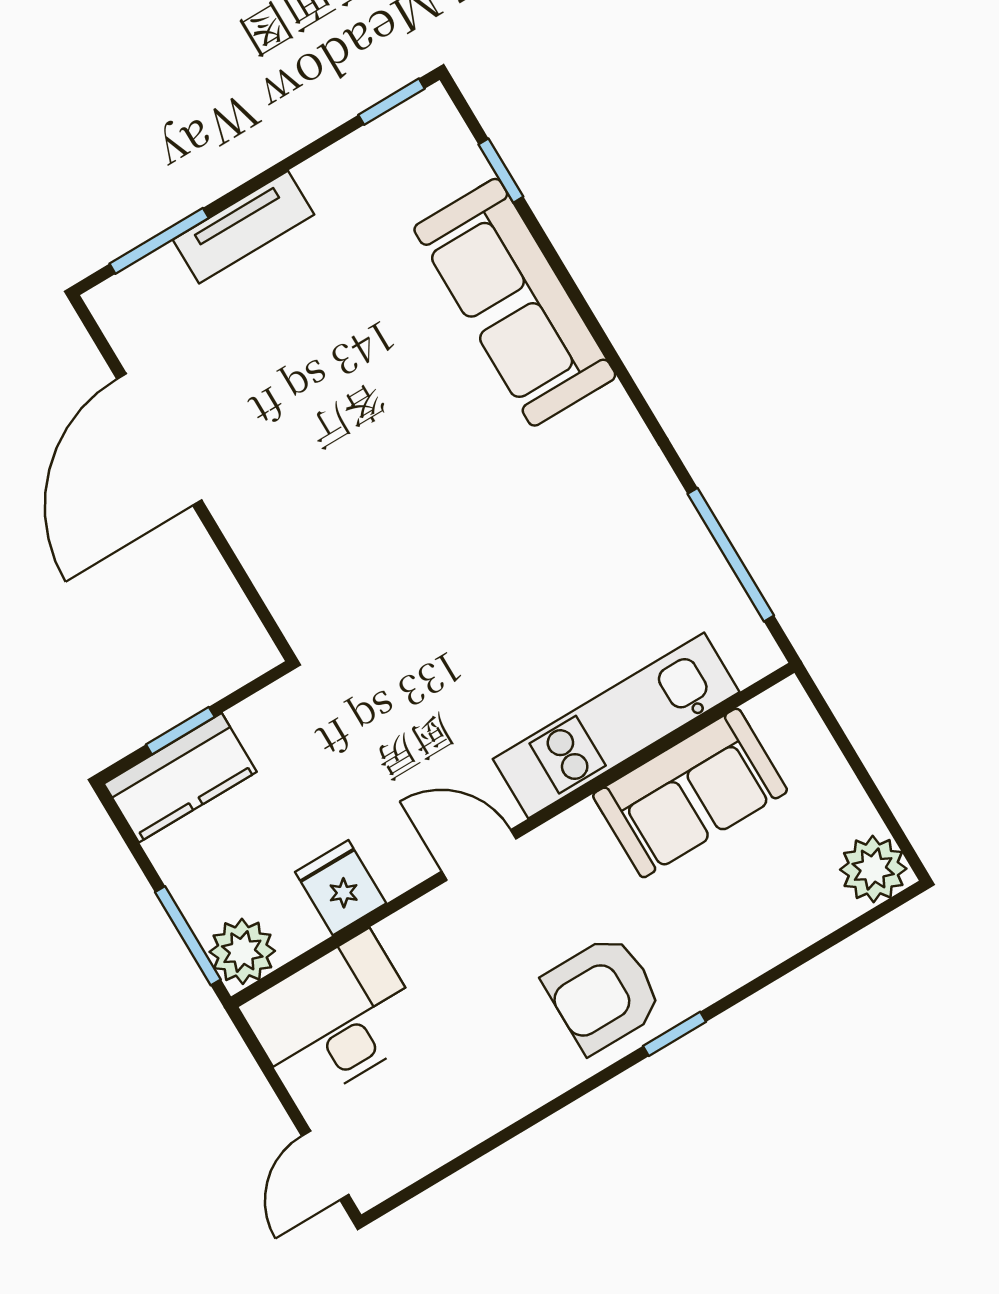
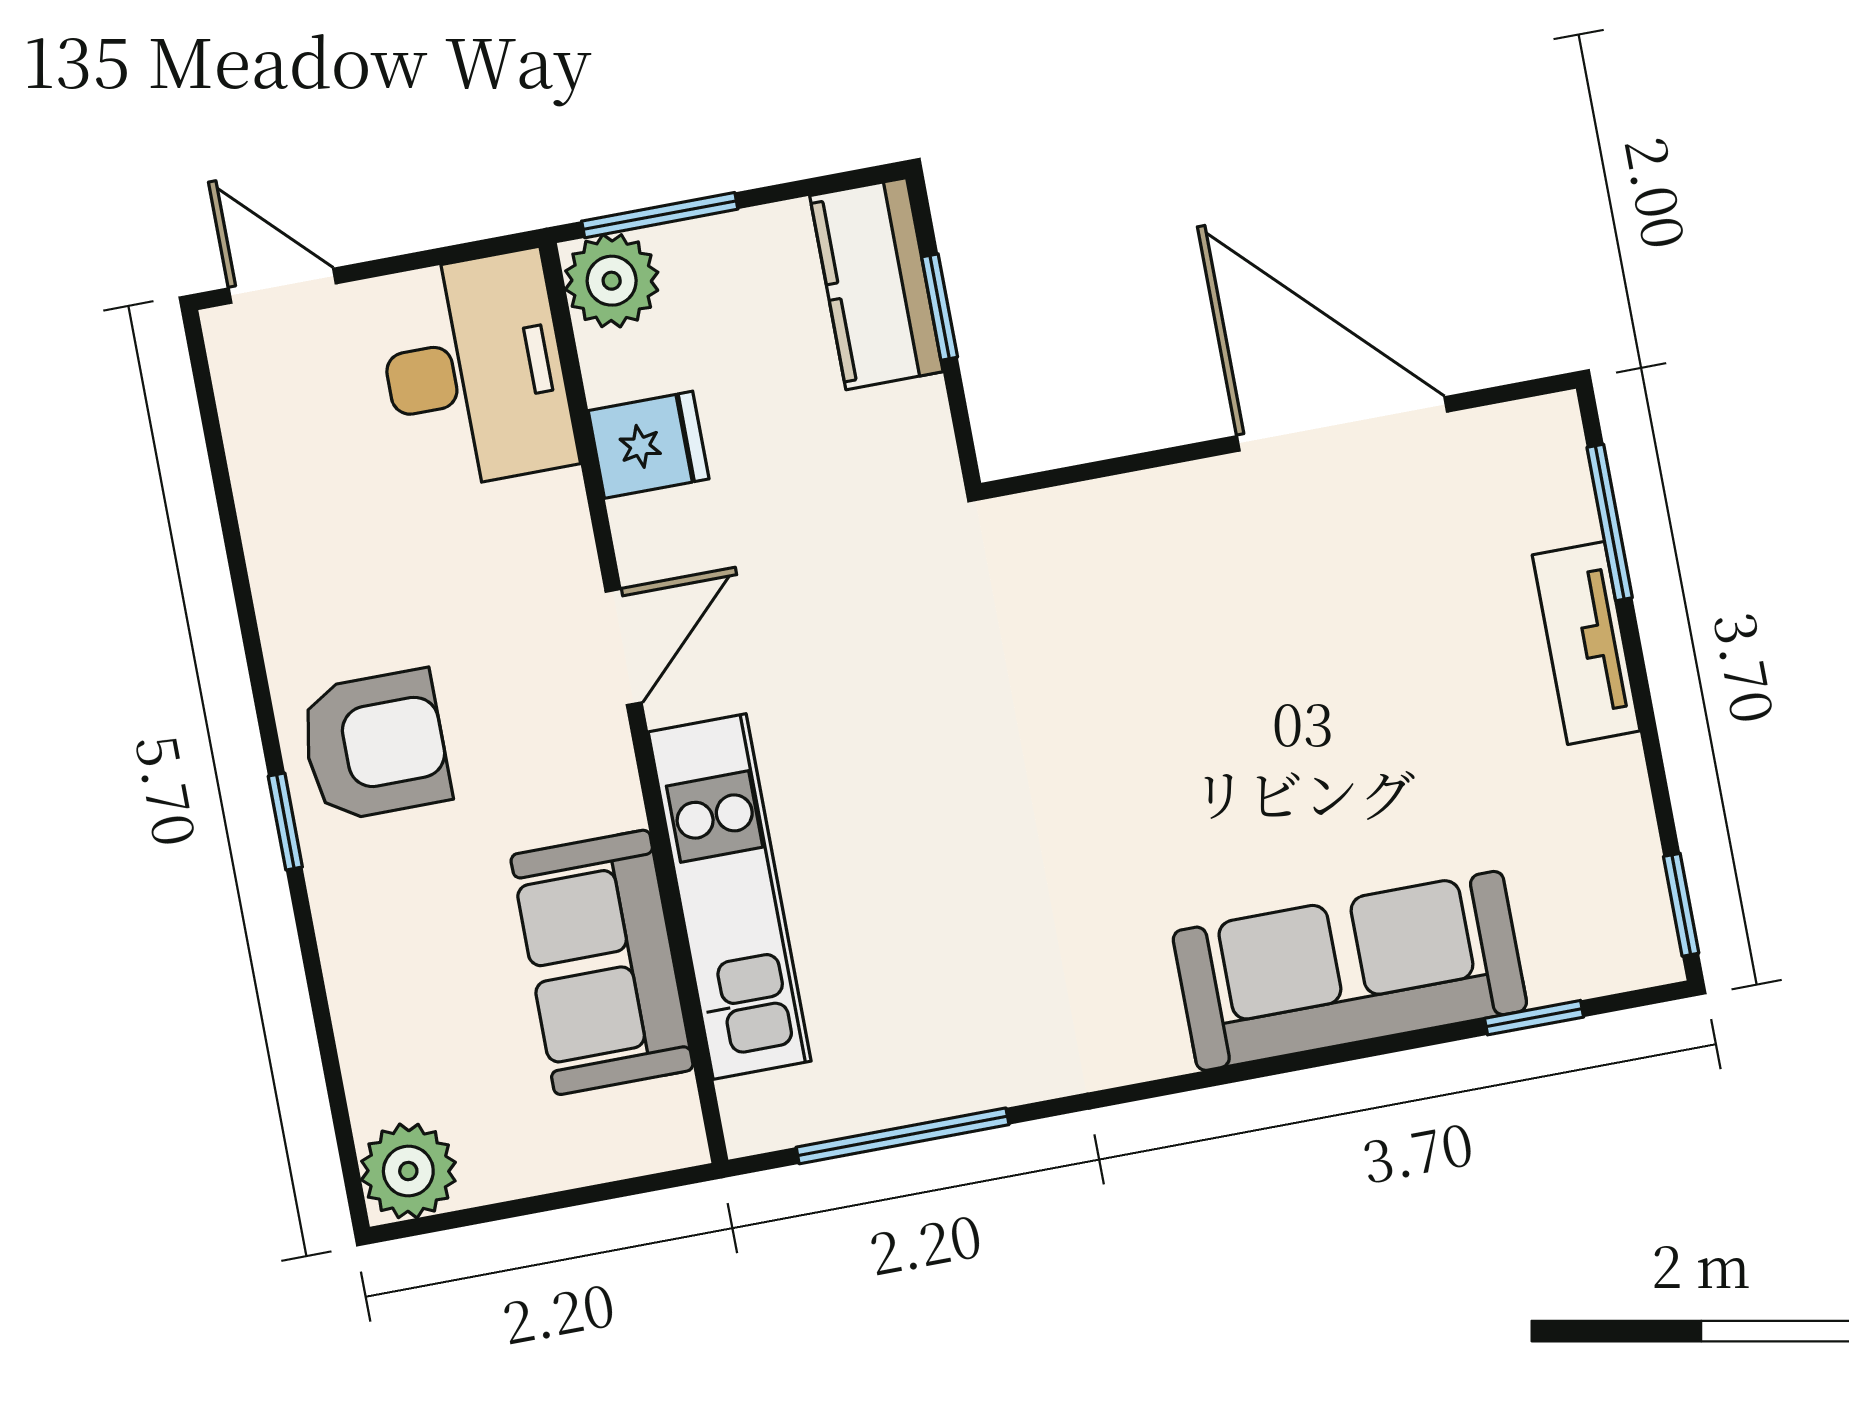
armchair: (603, 994) -> (375, 745), turned 90

